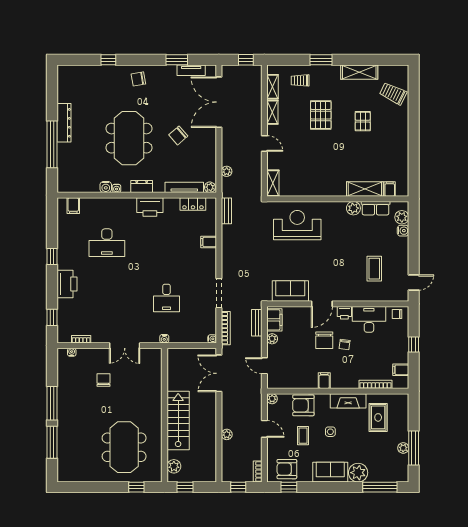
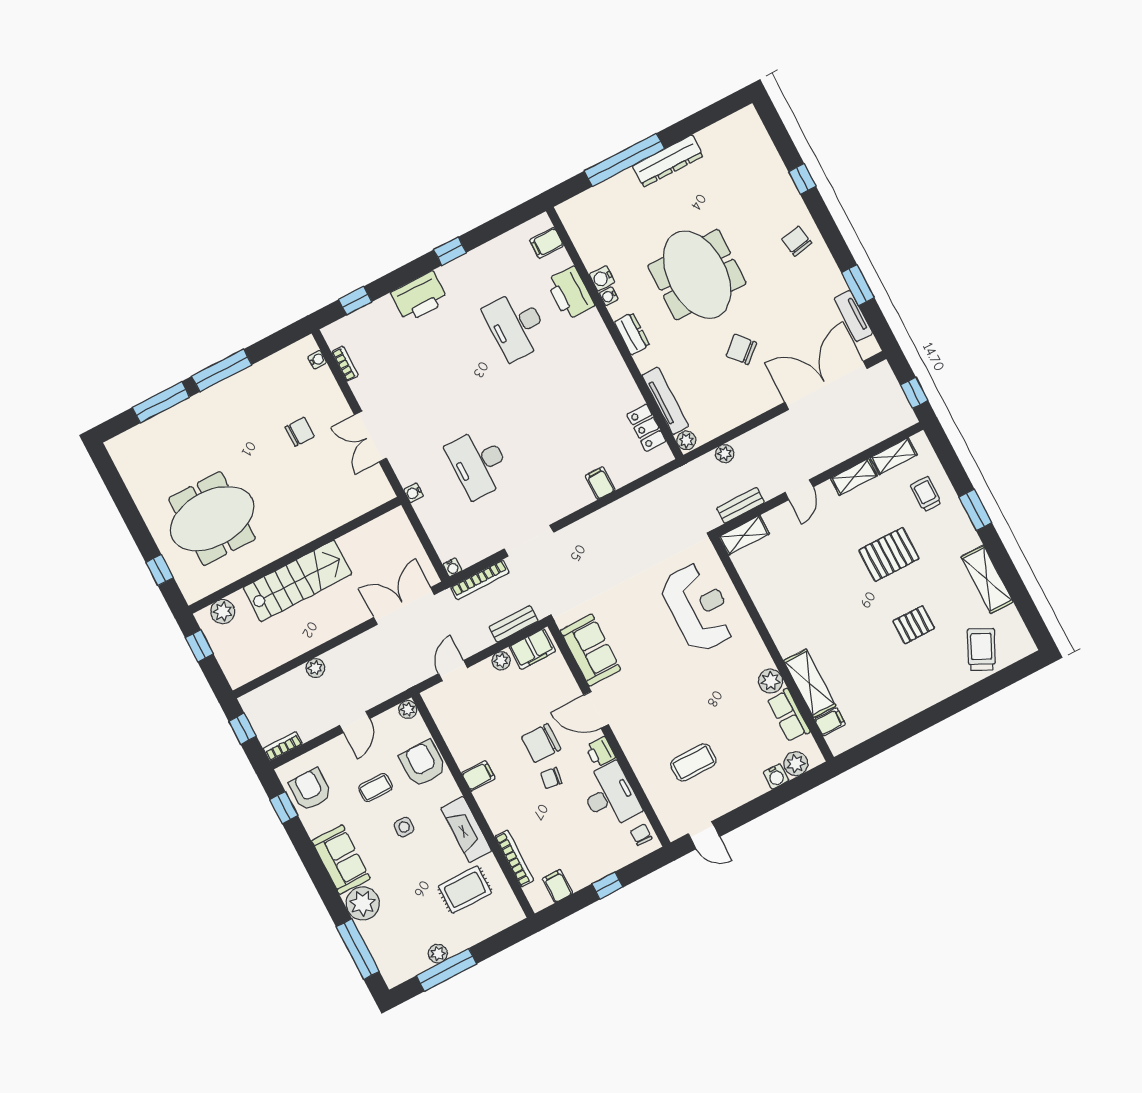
meeting table: (129, 138) -> (697, 275), turned 90
printer: (150, 207) -> (570, 293), moved
bench: (226, 211) -> (741, 505), moved
desk: (166, 298) -> (479, 463), width x1.37

